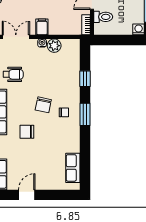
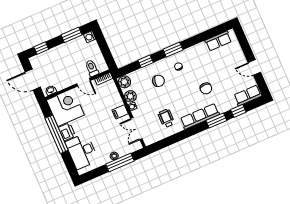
plant: (73, 46) -> (124, 82), added
chair: (43, 105) -> (158, 81), moved

